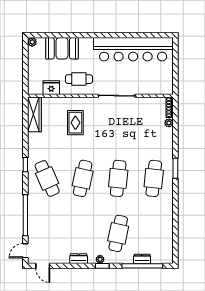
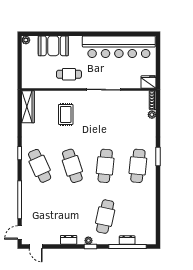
fridge: (51, 88) -> (148, 82), moved
cafe table: (83, 178) -> (72, 166), turned -30

